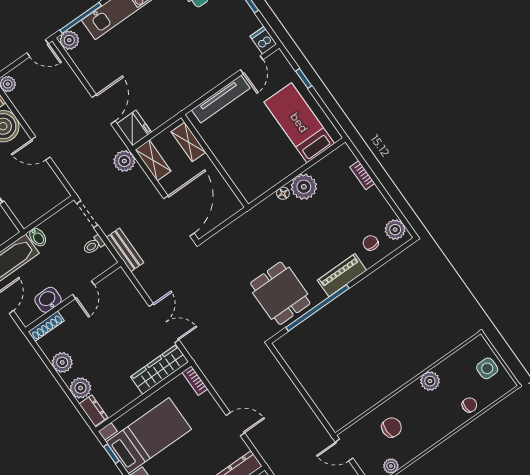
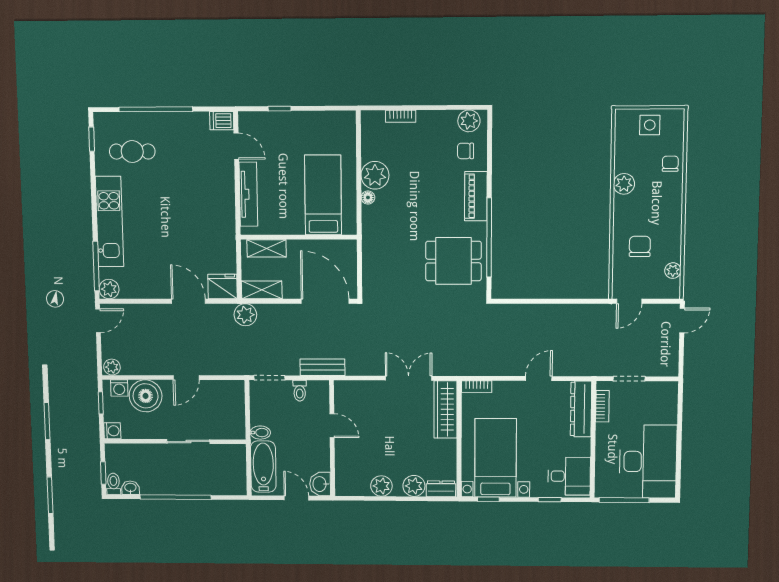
bed: (299, 123) -> (323, 195), moved, turned 90
washbasin: (48, 300) -> (320, 484), moved
shoe rack: (46, 326) -> (341, 478), removed

